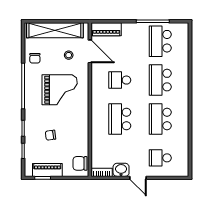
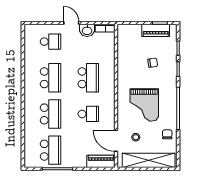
grand piano: (60, 90) -> (144, 105), turned -90
chair: (80, 163) -> (125, 36), removed

